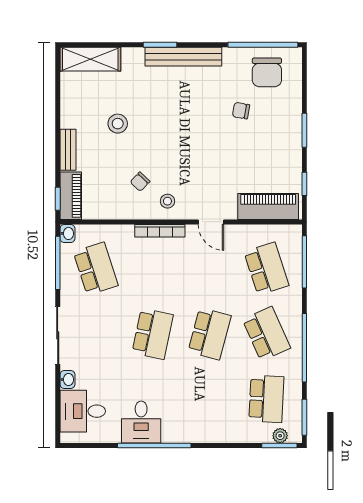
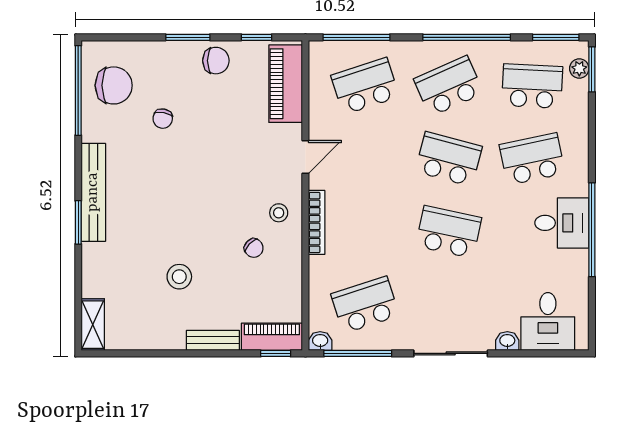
shelving: (90, 59) -> (93, 325), width x0.67, depth x0.75
chair: (286, 152) -> (216, 61), added
school desk: (209, 399) -> (532, 159), added
desk: (141, 422) -> (562, 223), moved

